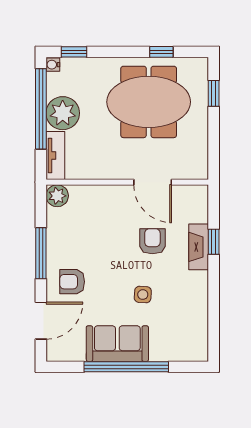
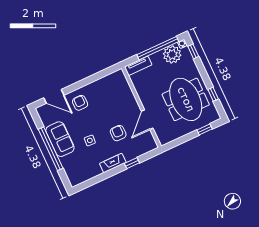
plant: (63, 113) -> (172, 54), moved
plant: (57, 196) -> (119, 76), removed
armchair: (152, 241) -> (118, 133), turned -90
fireplace: (199, 247) -> (113, 163), moved
window: (41, 253) -> (87, 81), removed

